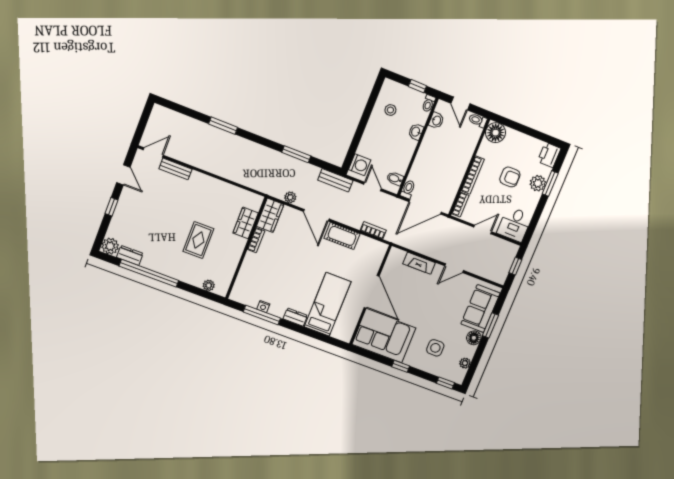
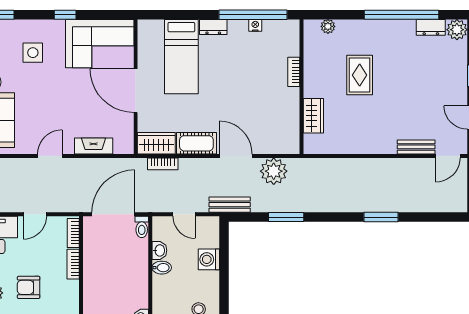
washbasin: (416, 132) -> (159, 250), moved
washing machine: (360, 165) -> (209, 259), moved
bookcase: (473, 175) -> (73, 264), width x0.64
bidet: (395, 179) -> (162, 268), moved
plant: (290, 197) -> (274, 171), width x1.88, depth x1.88
wardrobe: (270, 215) -> (156, 143), moved, turned 90
bookcase: (256, 240) -> (294, 72), moved
window: (262, 315) -> (253, 15), width x1.46

